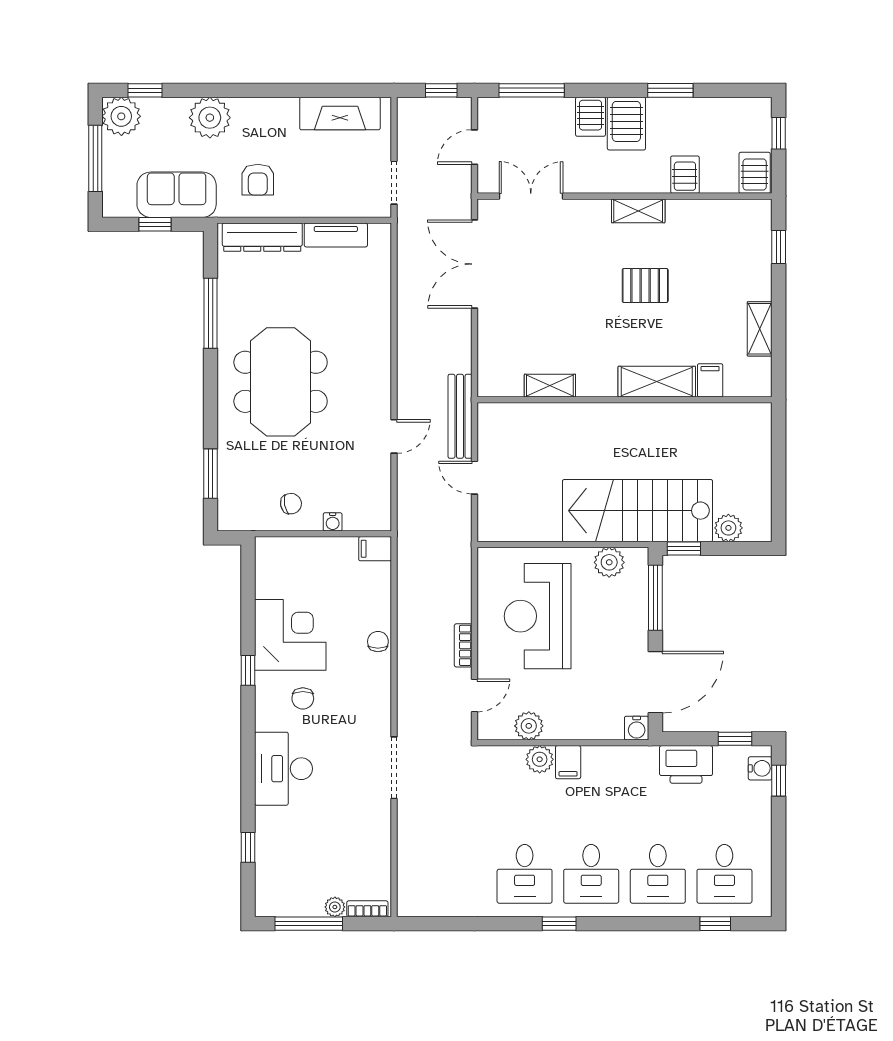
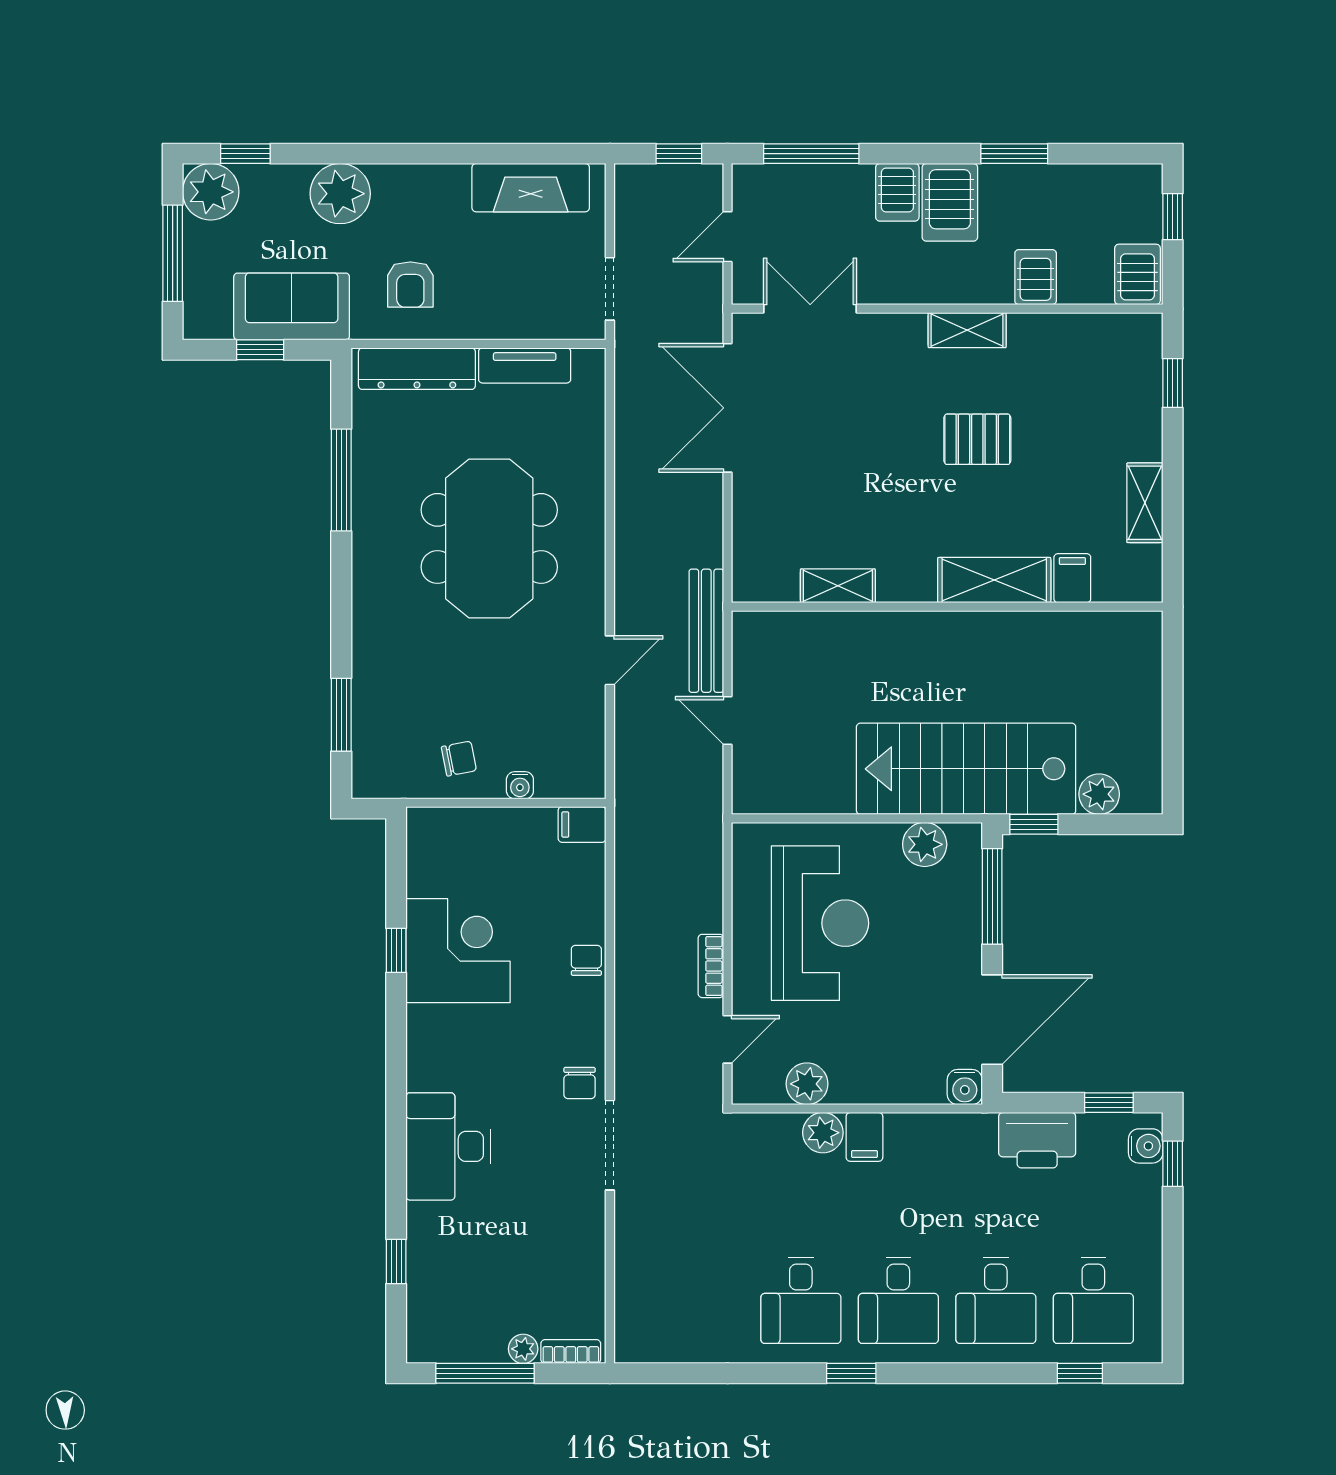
meeting table: (281, 382) -> (489, 538), moved
reception desk: (538, 616) -> (820, 923), turned 180
window: (248, 670) -> (396, 950), moved
chair: (303, 698) -> (580, 1083), moved

